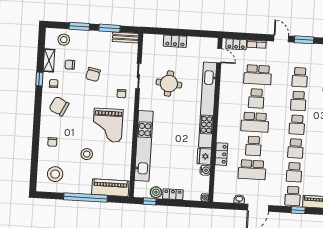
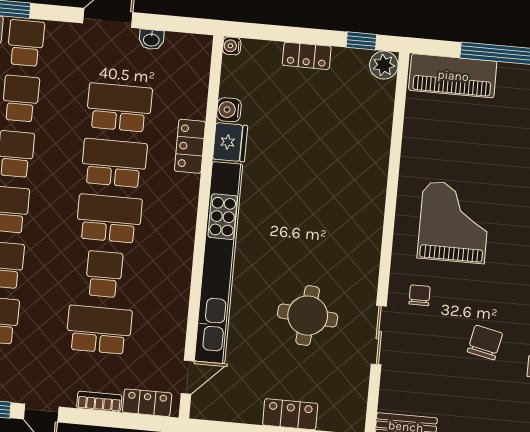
door: (219, 56) -> (188, 377), swing flipped
kitchen unit: (144, 146) -> (371, 171), removed
school desk: (253, 146) -> (114, 163), width x1.85
stool: (87, 154) -> (505, 156), removed
plant: (156, 192) -> (384, 65), moved

